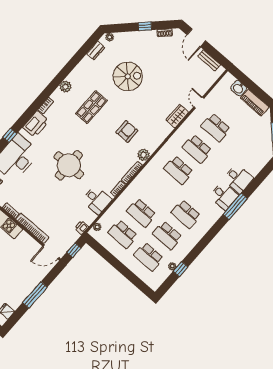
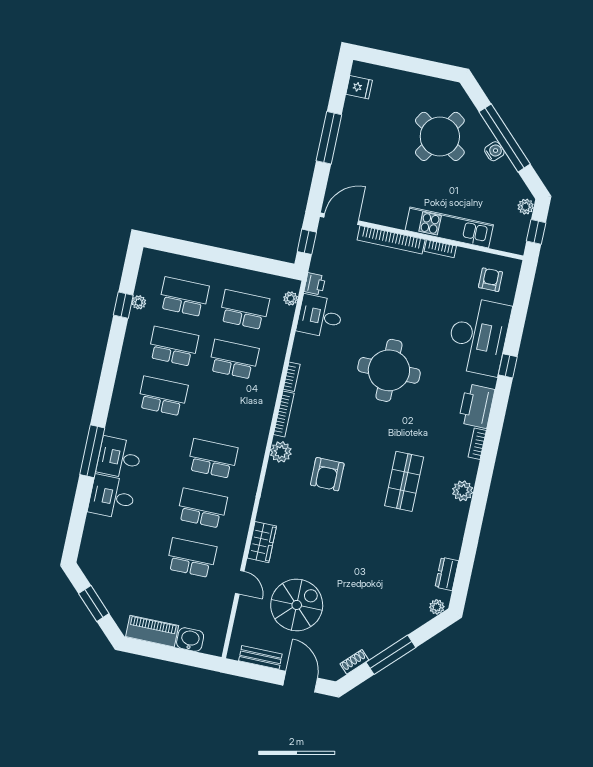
window: (145, 26) -> (391, 655), width x2.17
spiral stairs: (128, 76) -> (297, 605), moved, turned 180
desk: (97, 200) -> (320, 316), moved

